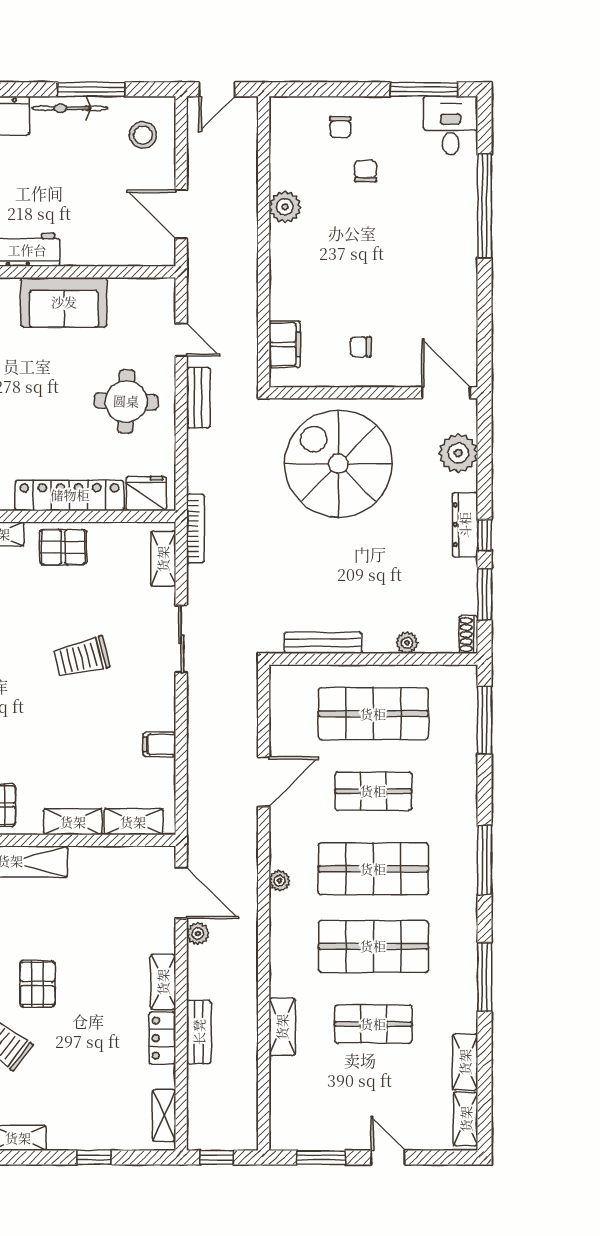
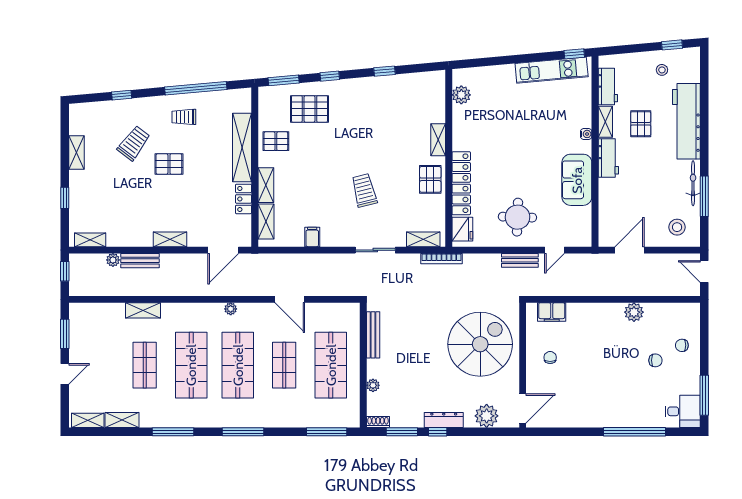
plant: (198, 933) -> (113, 260), moved
locker: (162, 1038) -> (243, 199), moved, turned -90

